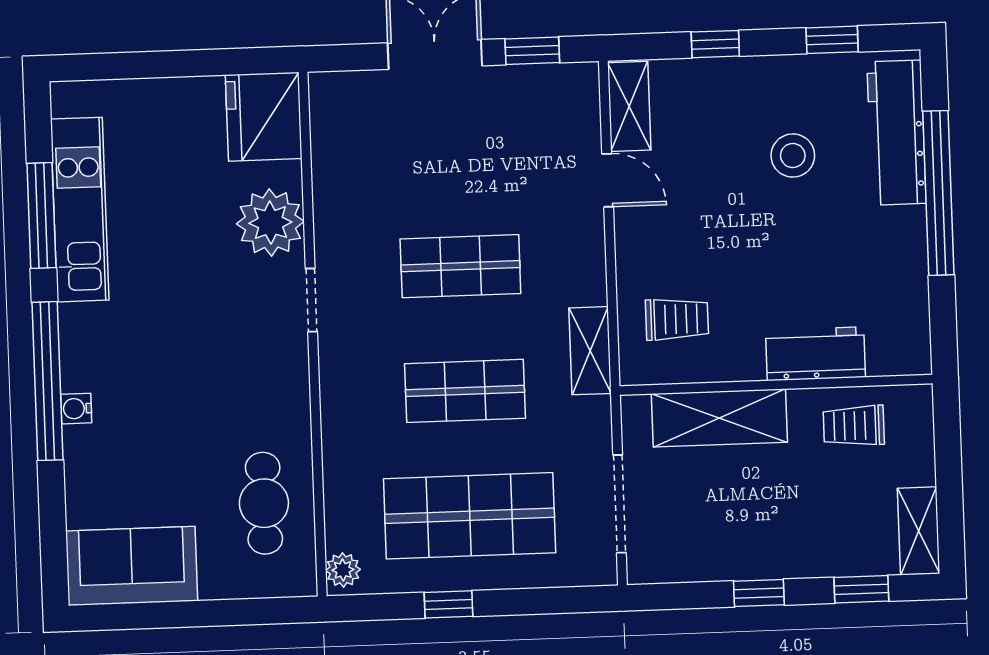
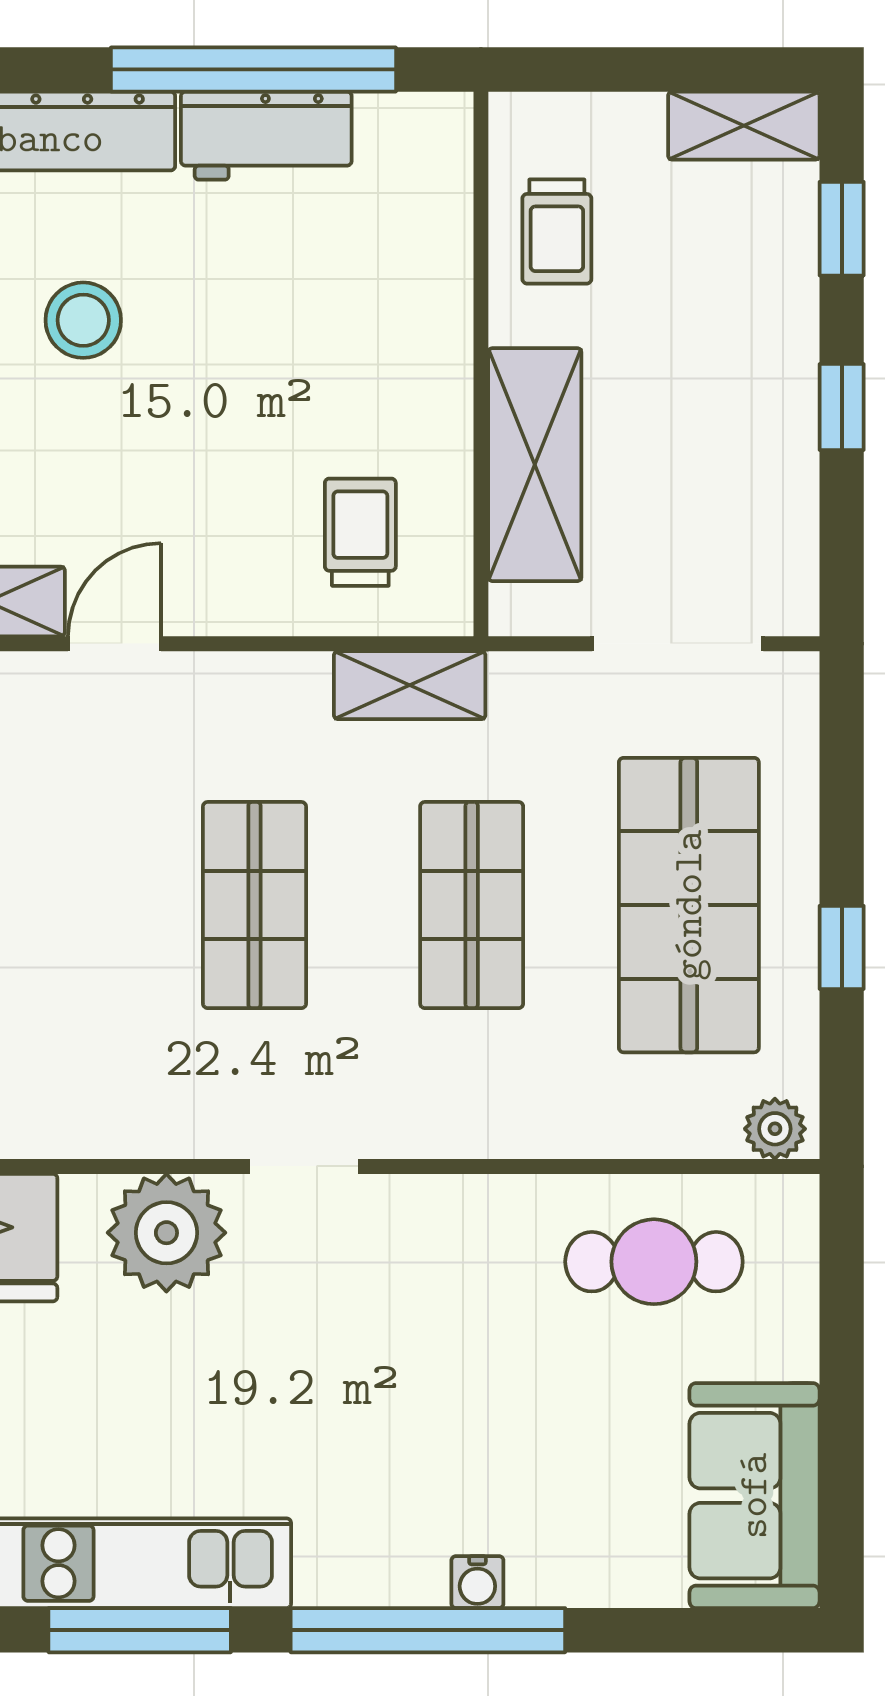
window: (938, 193) -> (253, 69), moved
workbench: (815, 354) -> (266, 136), moved, turned -90

